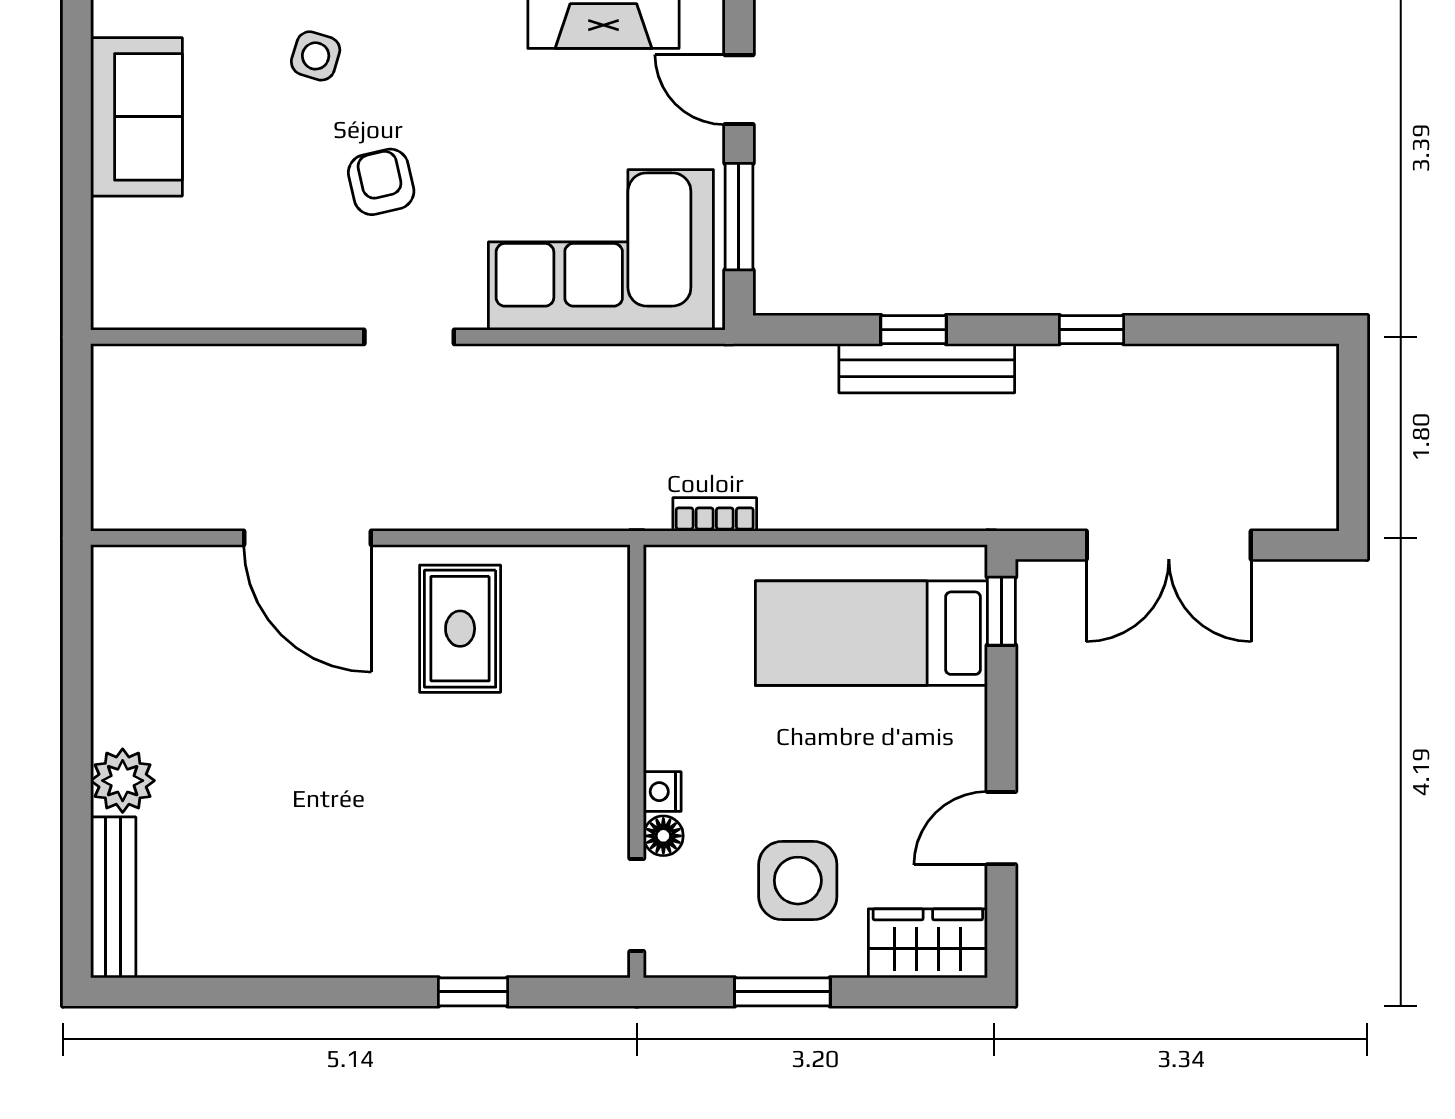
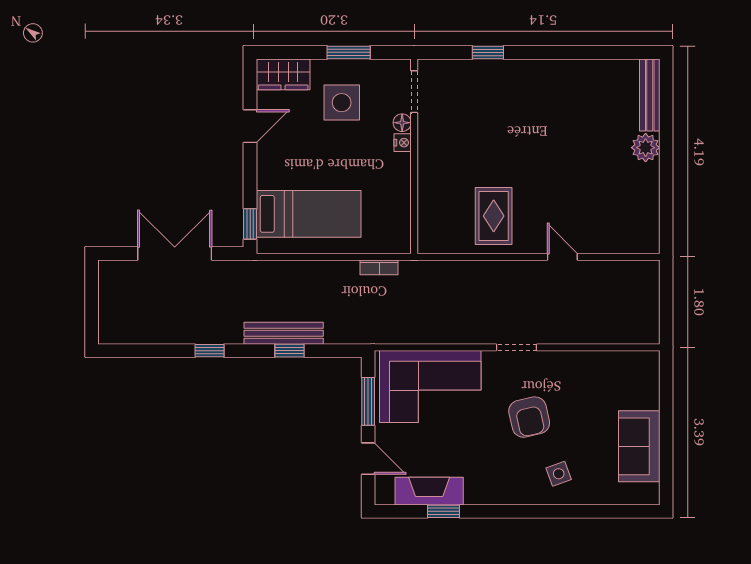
side table: (316, 56) -> (559, 474), turned -37
armchair: (381, 182) -> (529, 417), width x1.38, depth x1.38
door: (307, 538) -> (562, 257), width x0.53

